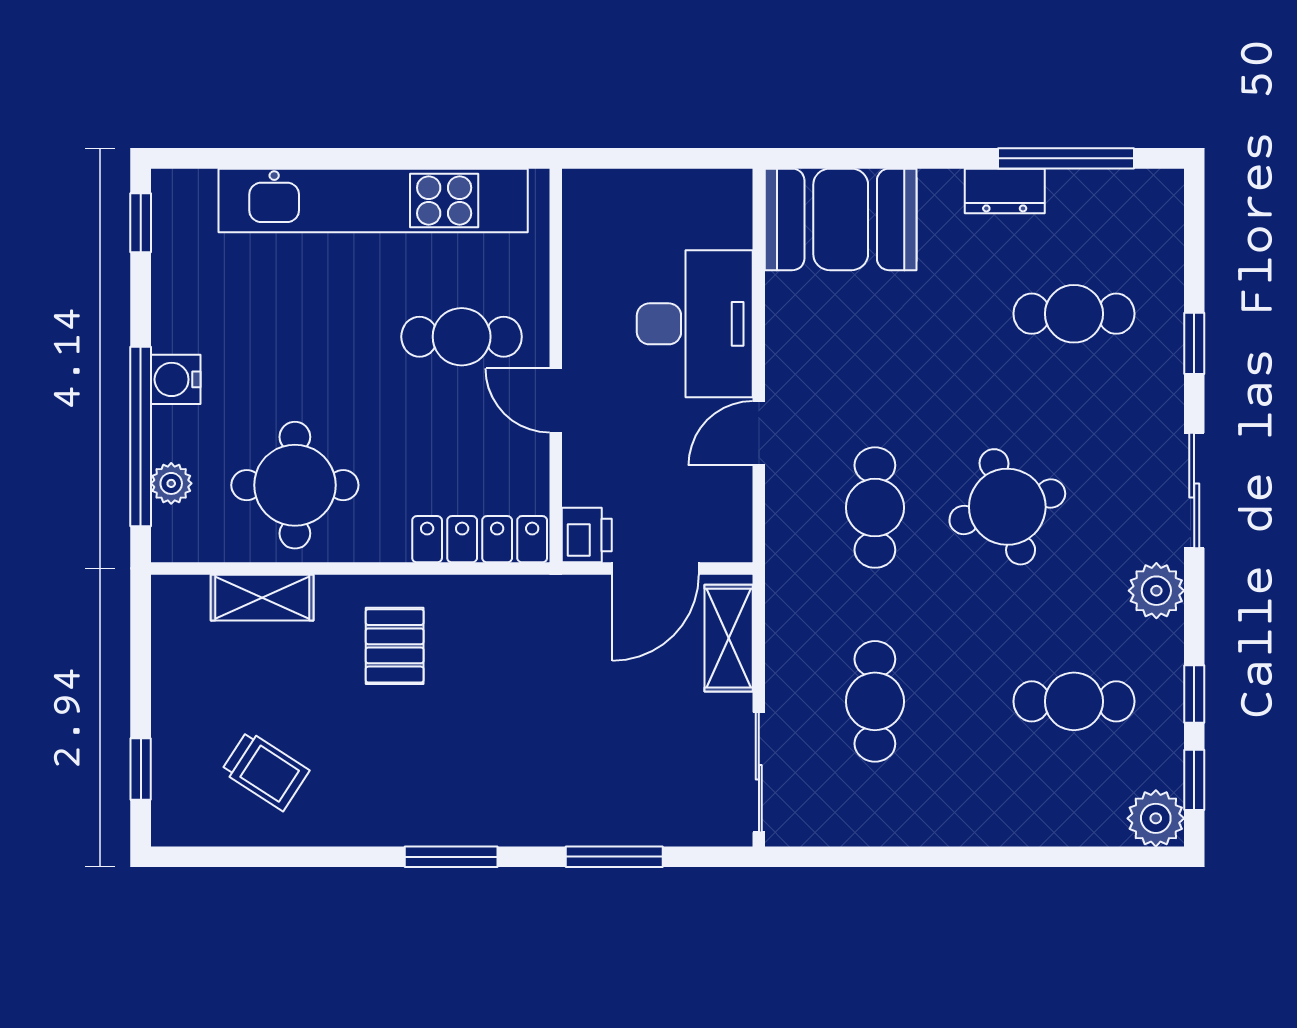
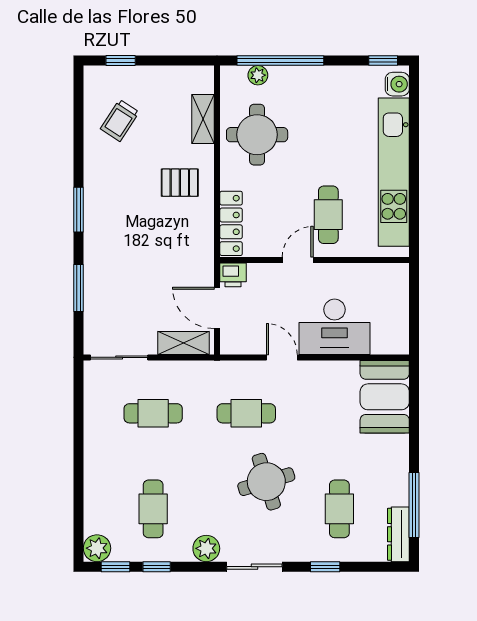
dresser: (1005, 191) -> (398, 534), moved, width x1.44
water cooler: (176, 379) -> (397, 84), moved, turned 90
round table: (1007, 507) -> (266, 482), moved

